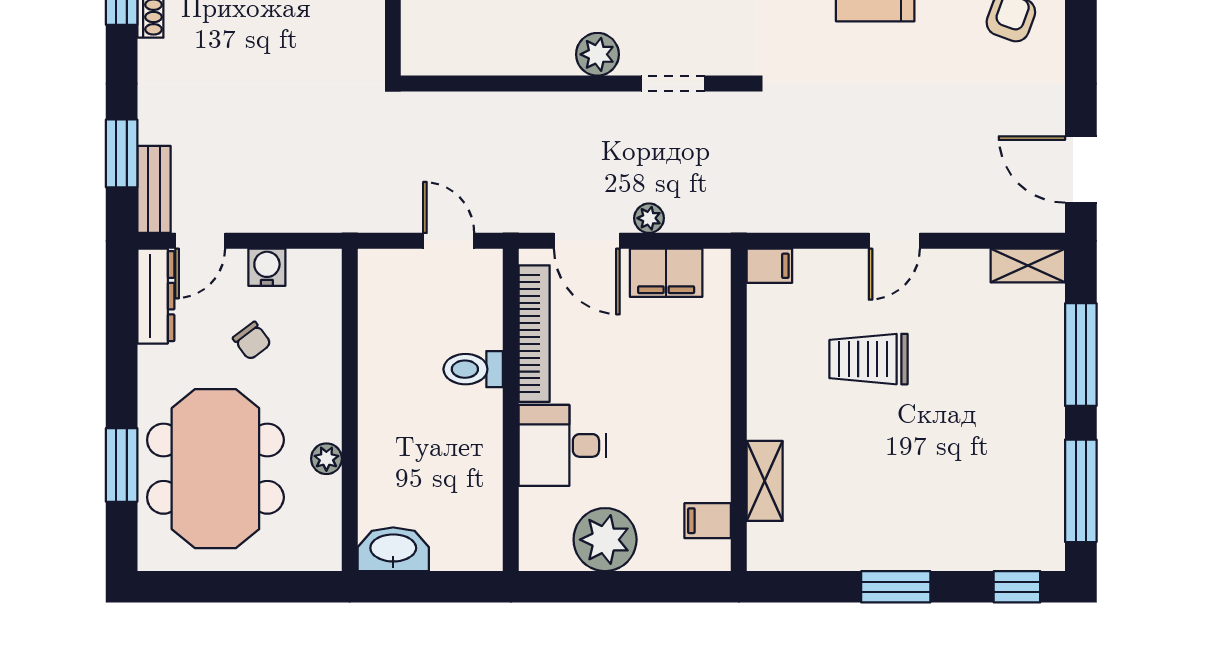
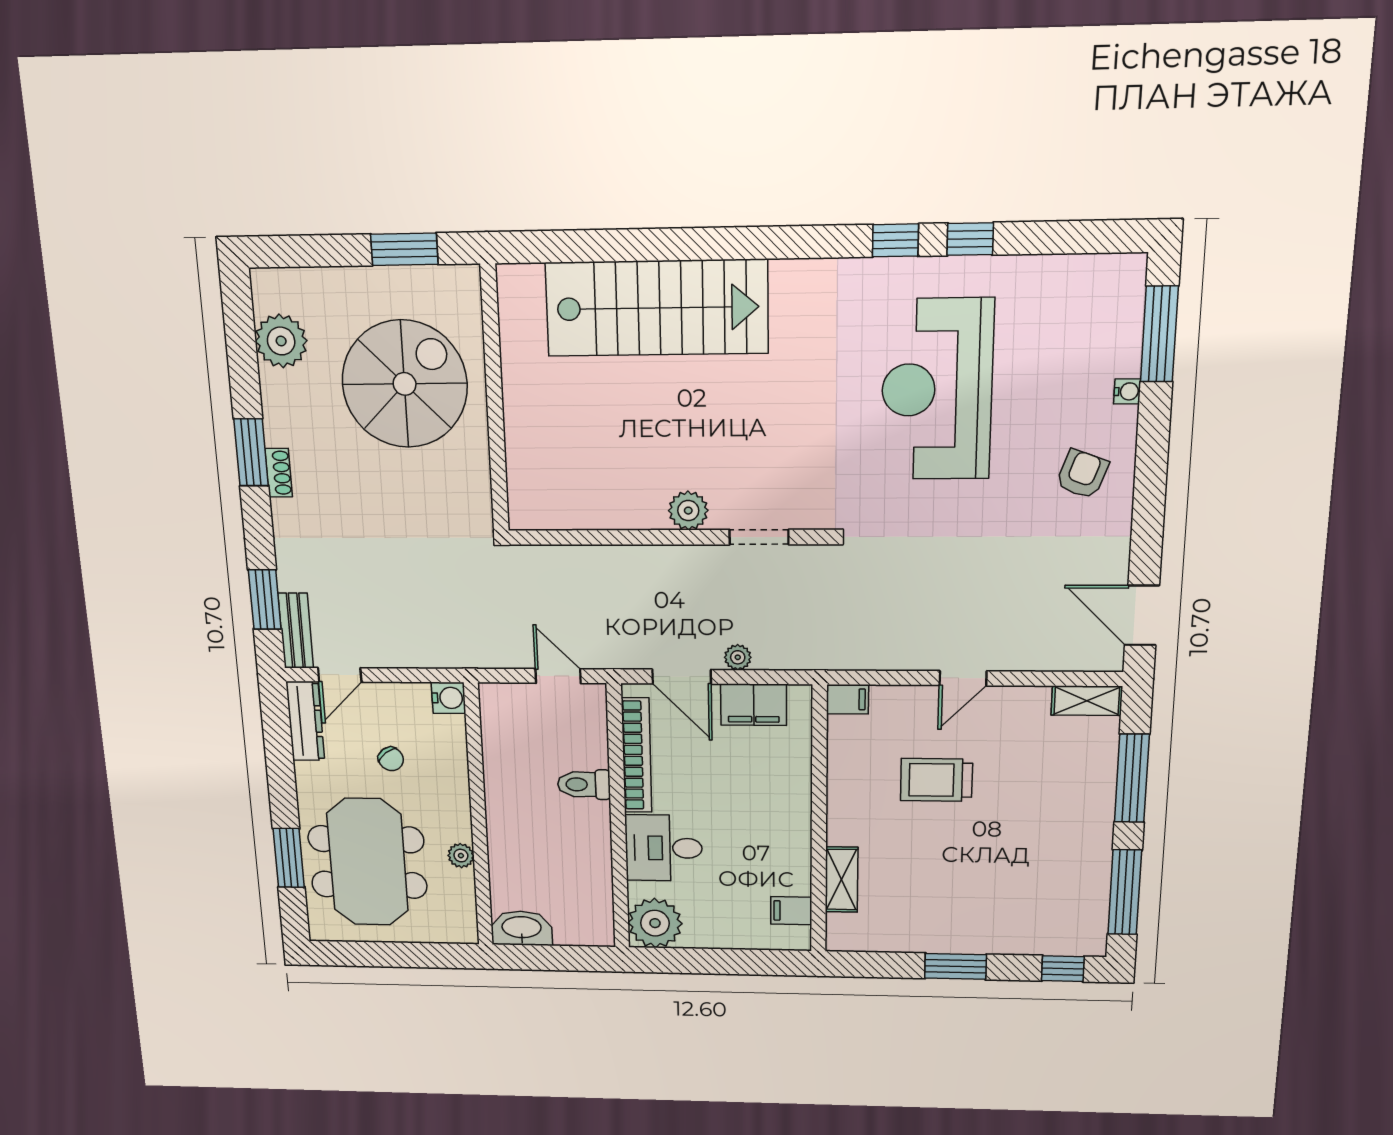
water cooler: (267, 267) -> (448, 698), moved, turned 90
plant: (605, 540) -> (655, 923), moved

